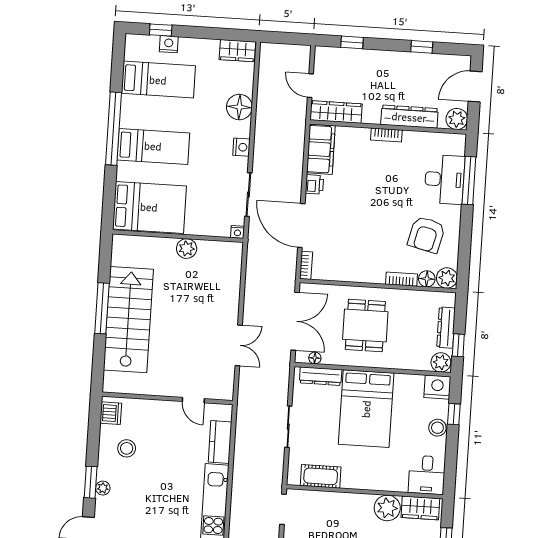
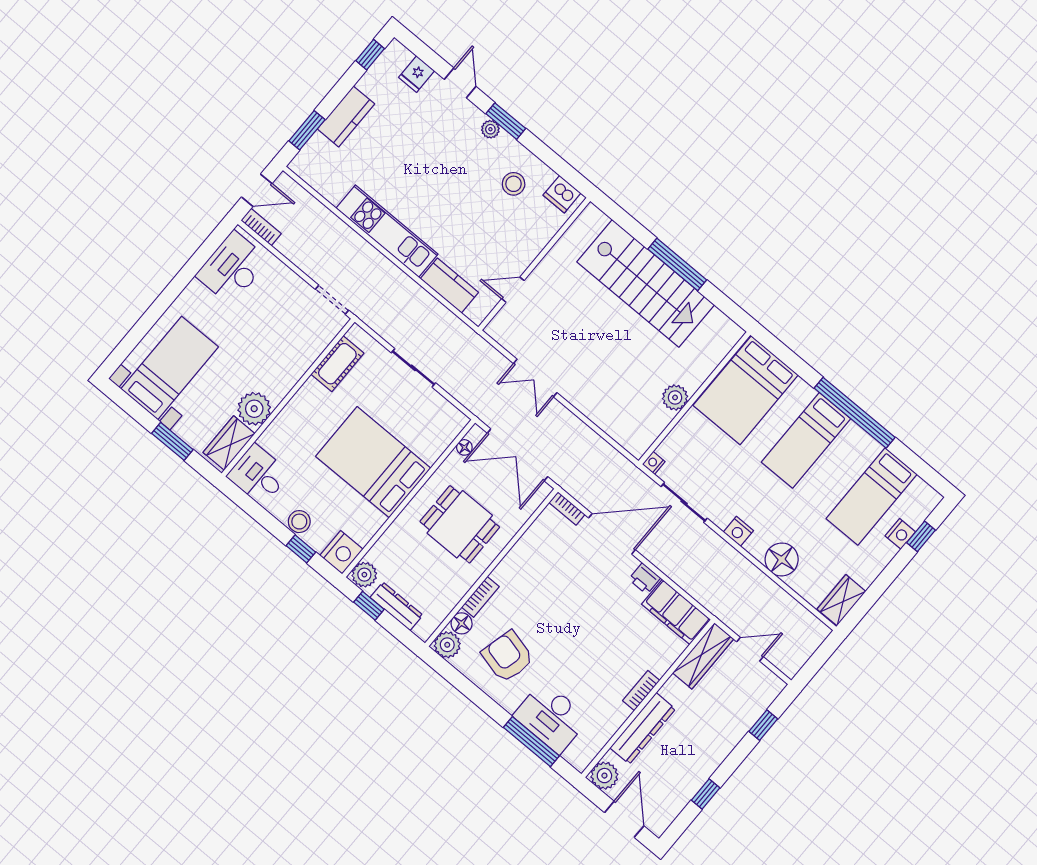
dresser: (321, 376) -> (441, 440), removed

